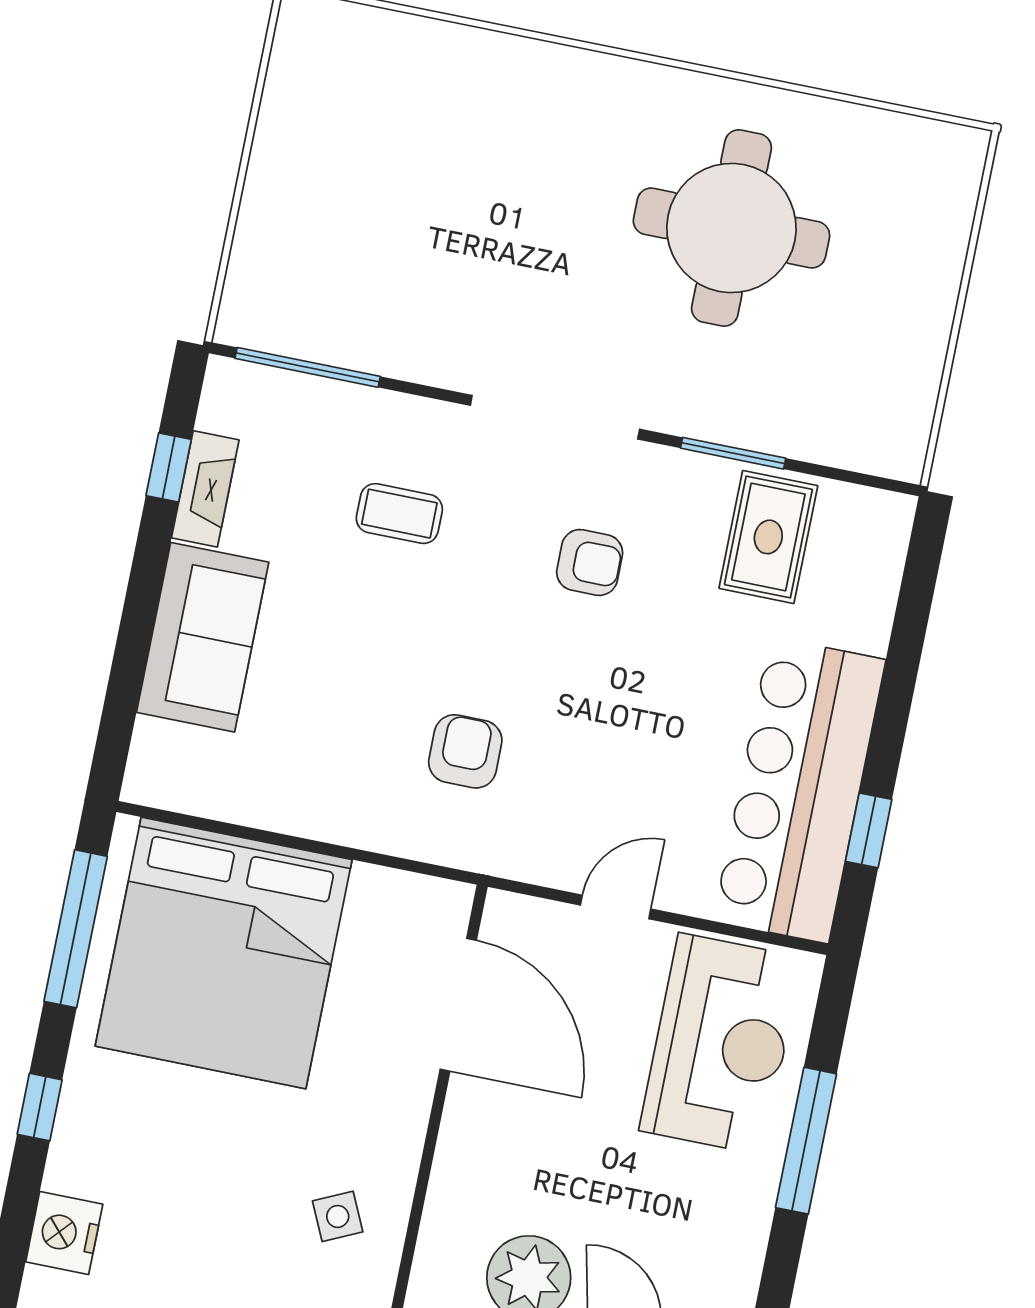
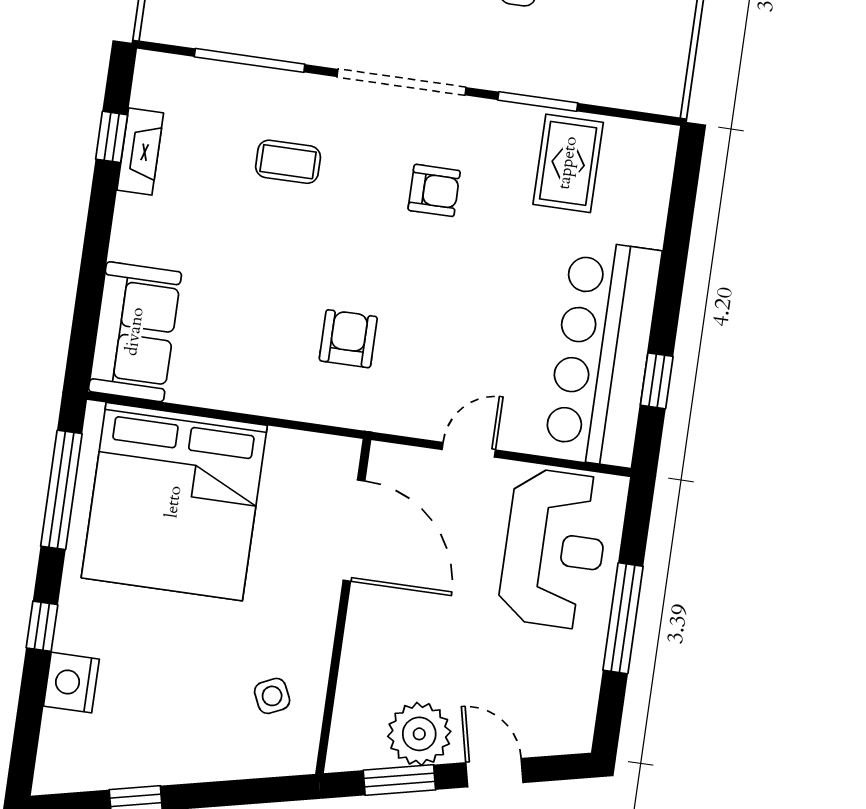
window: (308, 367) -> (250, 60), moved
sofa: (203, 637) -> (135, 332), moved
nightstand: (64, 1233) -> (71, 683), moved

